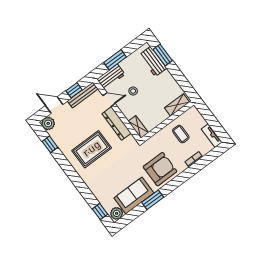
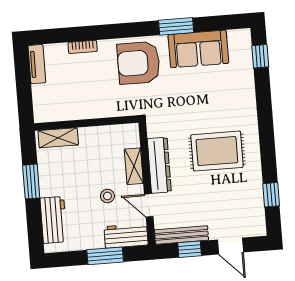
window: (163, 55) -> (31, 182), moved
plant: (48, 123) -> (255, 226), removed
shelving: (138, 127) -> (134, 166), moved
coffee table: (181, 134) -> (79, 94), removed
plant: (117, 213) -> (239, 39), removed

